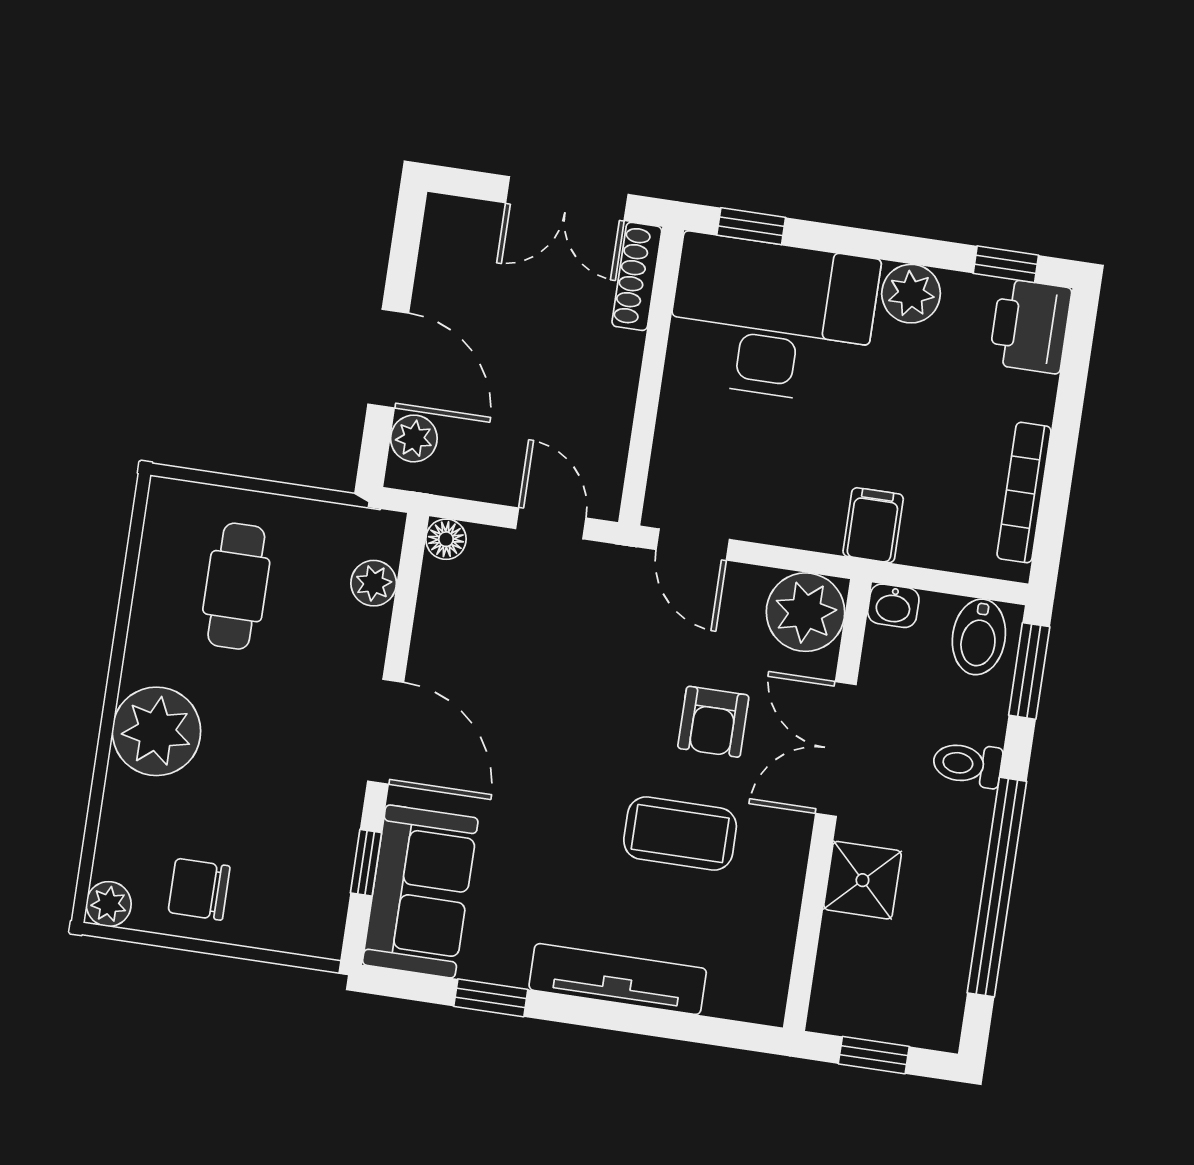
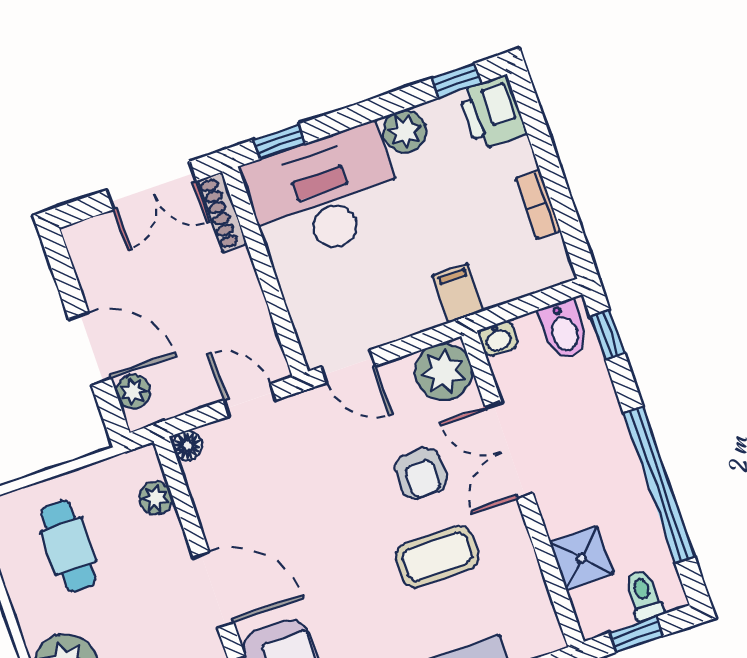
bookcase: (1024, 493) -> (538, 205), width x0.64
window: (1029, 671) -> (608, 335), width x0.67
toilet: (967, 764) -> (644, 595), moved, turned 90
shower: (862, 880) -> (582, 558), moved

